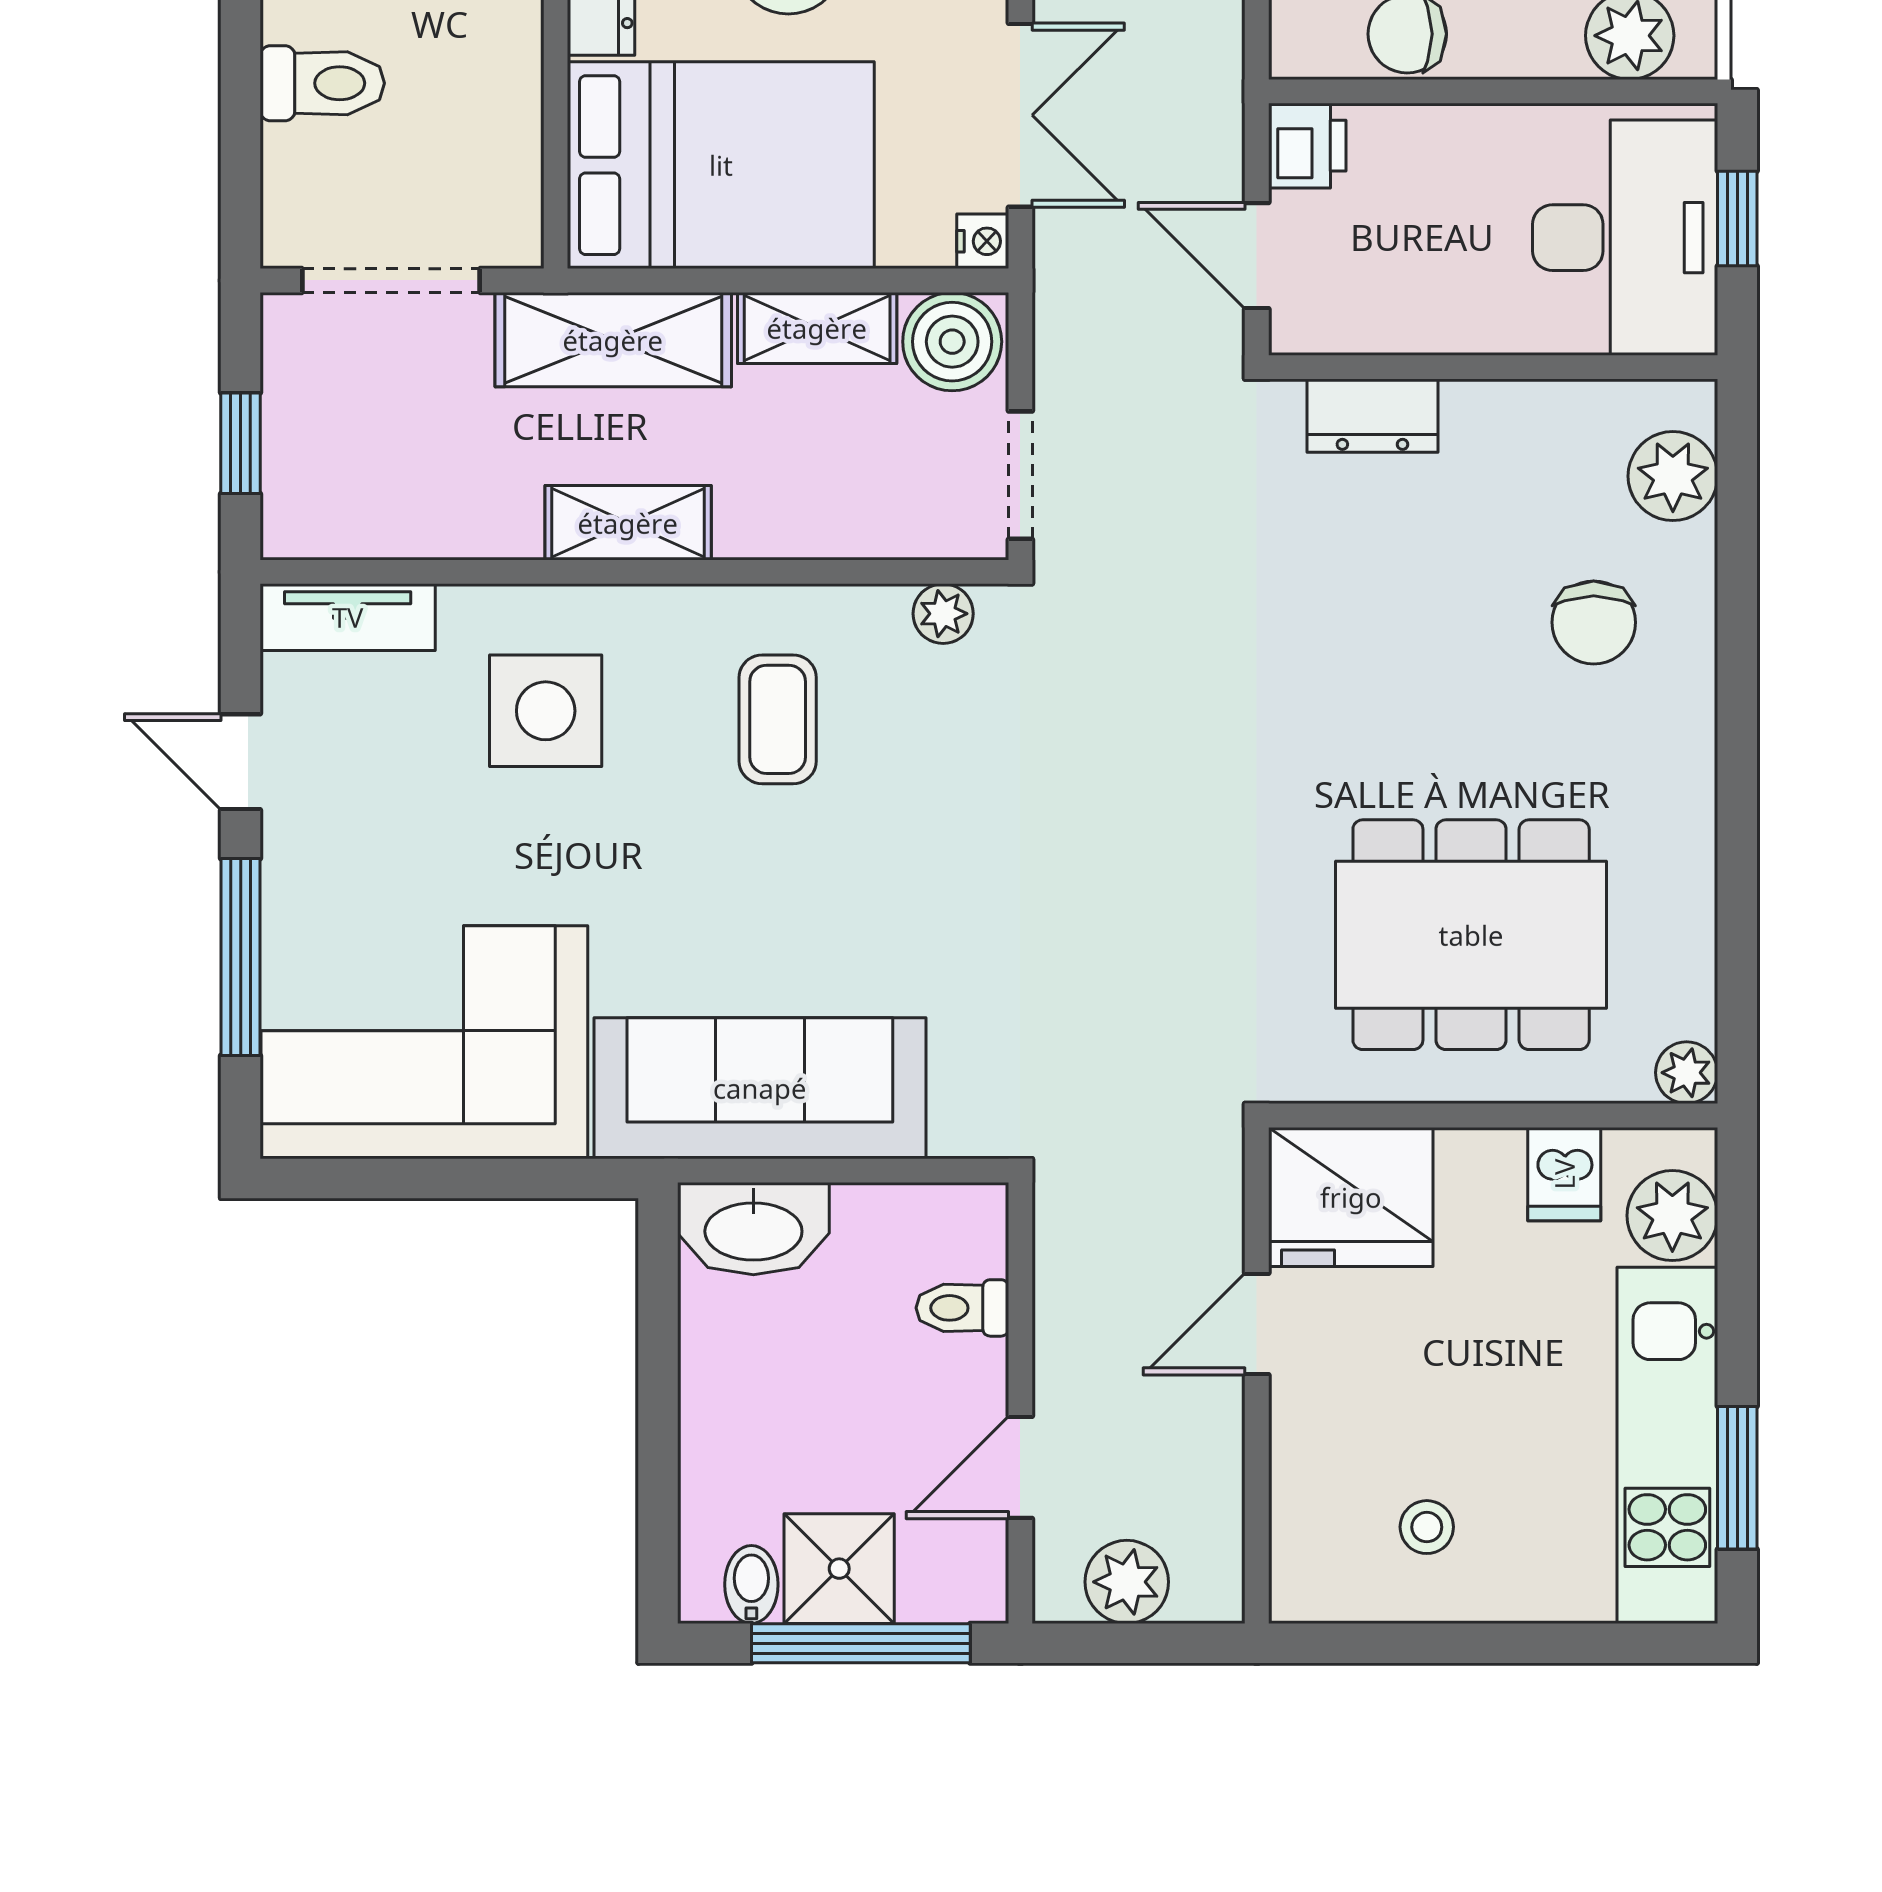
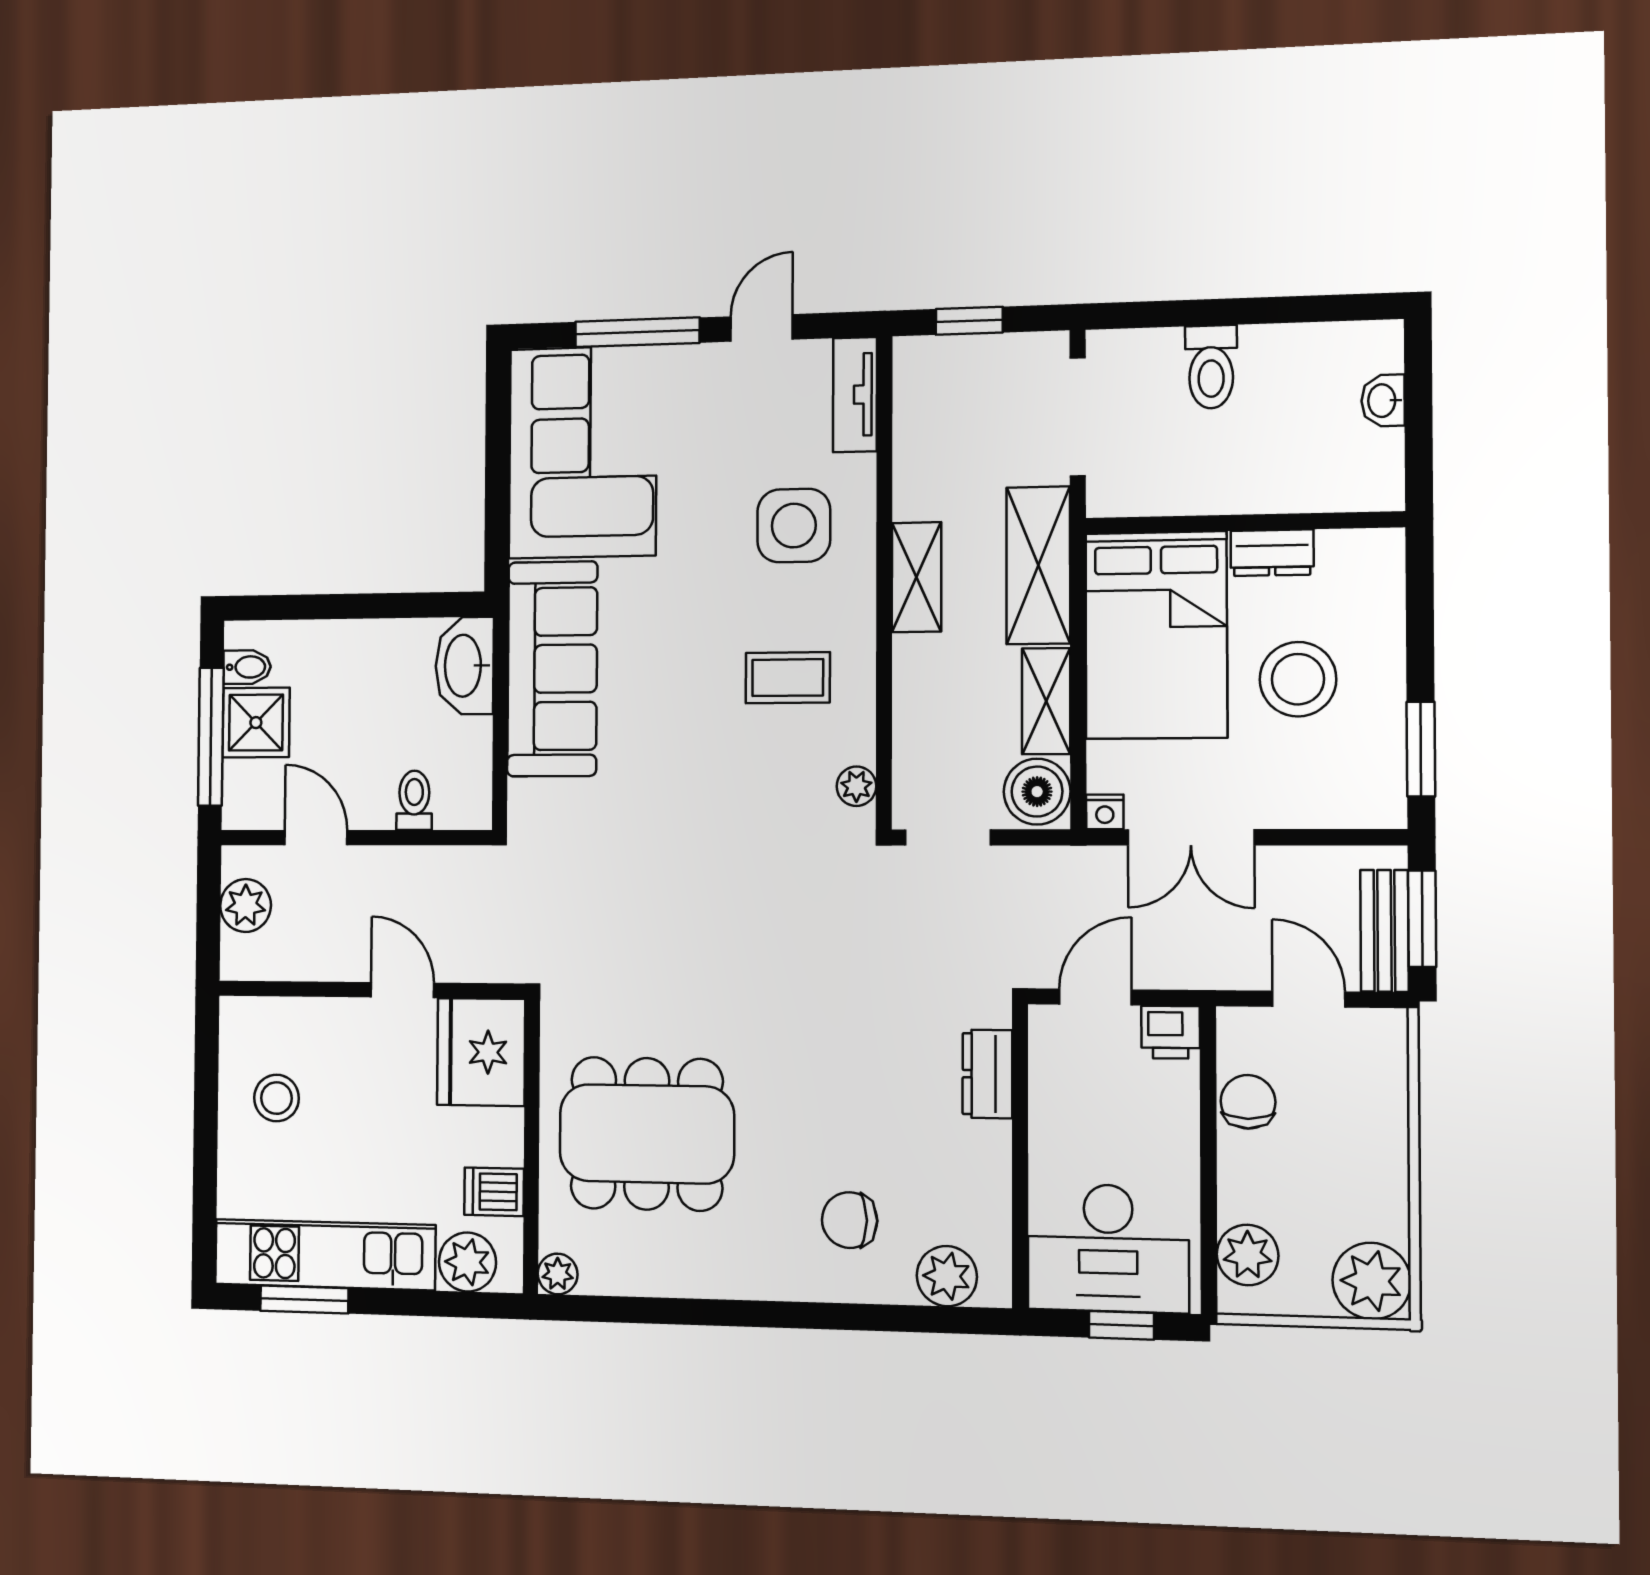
dining table: (1471, 935) -> (647, 1134), turned 90
stool: (1427, 1527) -> (277, 1098), width x1.37, depth x1.37

